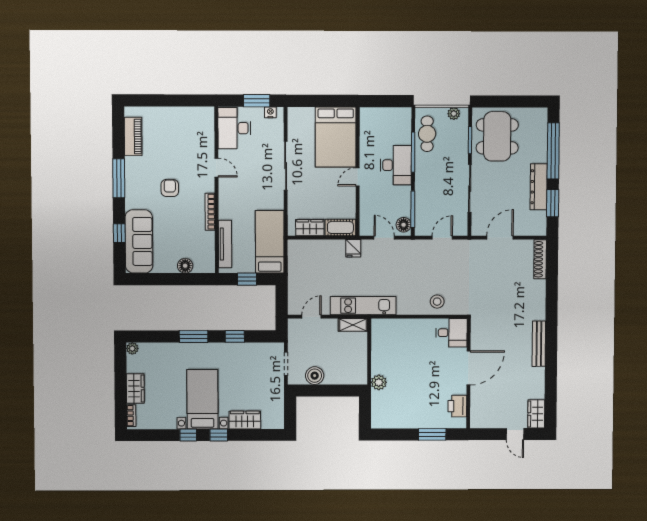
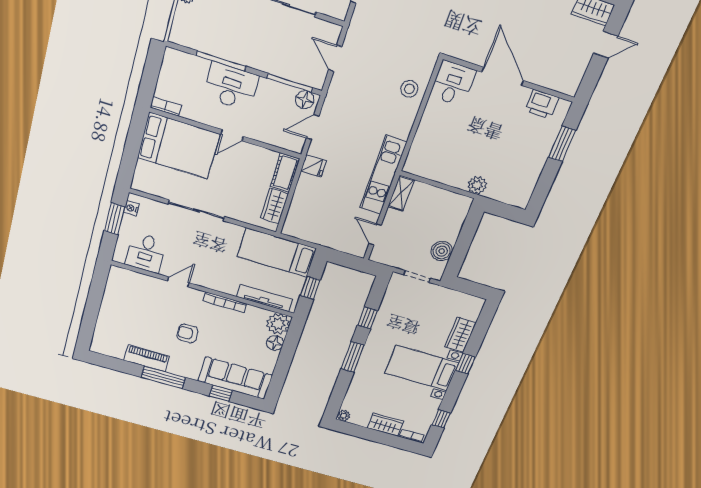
bookcase: (364, 119) -> (166, 107), added
desk: (234, 128) -> (146, 253), width x0.73
cafe table: (427, 134) -> (203, 37), removed
piano: (133, 136) -> (147, 358), moved
door: (358, 177) -> (232, 135), hinge flipped
plant: (204, 263) -> (278, 324), added
window: (188, 435) -> (441, 419), moved

